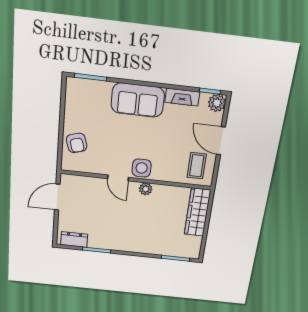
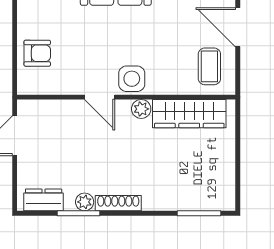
armchair: (77, 143) -> (37, 53), turned -74
wardrobe: (197, 212) -> (189, 114), moved, turned -90
plant: (101, 244) -> (85, 202), added
shoe rack: (123, 247) -> (118, 203), added

